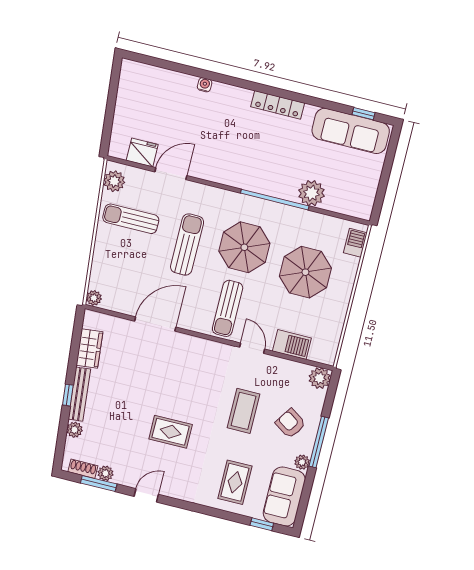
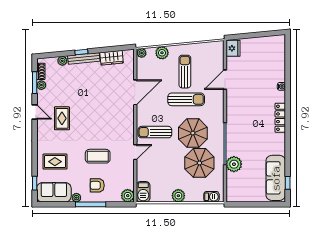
locker: (278, 105) -> (280, 118), moved
fridge: (142, 153) -> (233, 48), moved
door: (171, 174) -> (225, 80), swing flipped
plant: (114, 181) -> (162, 53), moved
sun lounger: (131, 219) -> (185, 72), moved
parasol: (305, 272) -> (199, 163), moved
plant: (340, 296) -> (178, 196), added
door: (155, 324) -> (135, 92), hinge flipped
barbecue: (292, 345) -> (143, 192), moved
armchair: (291, 423) -> (97, 185), turned -124
rug: (171, 432) -> (62, 118), moved

